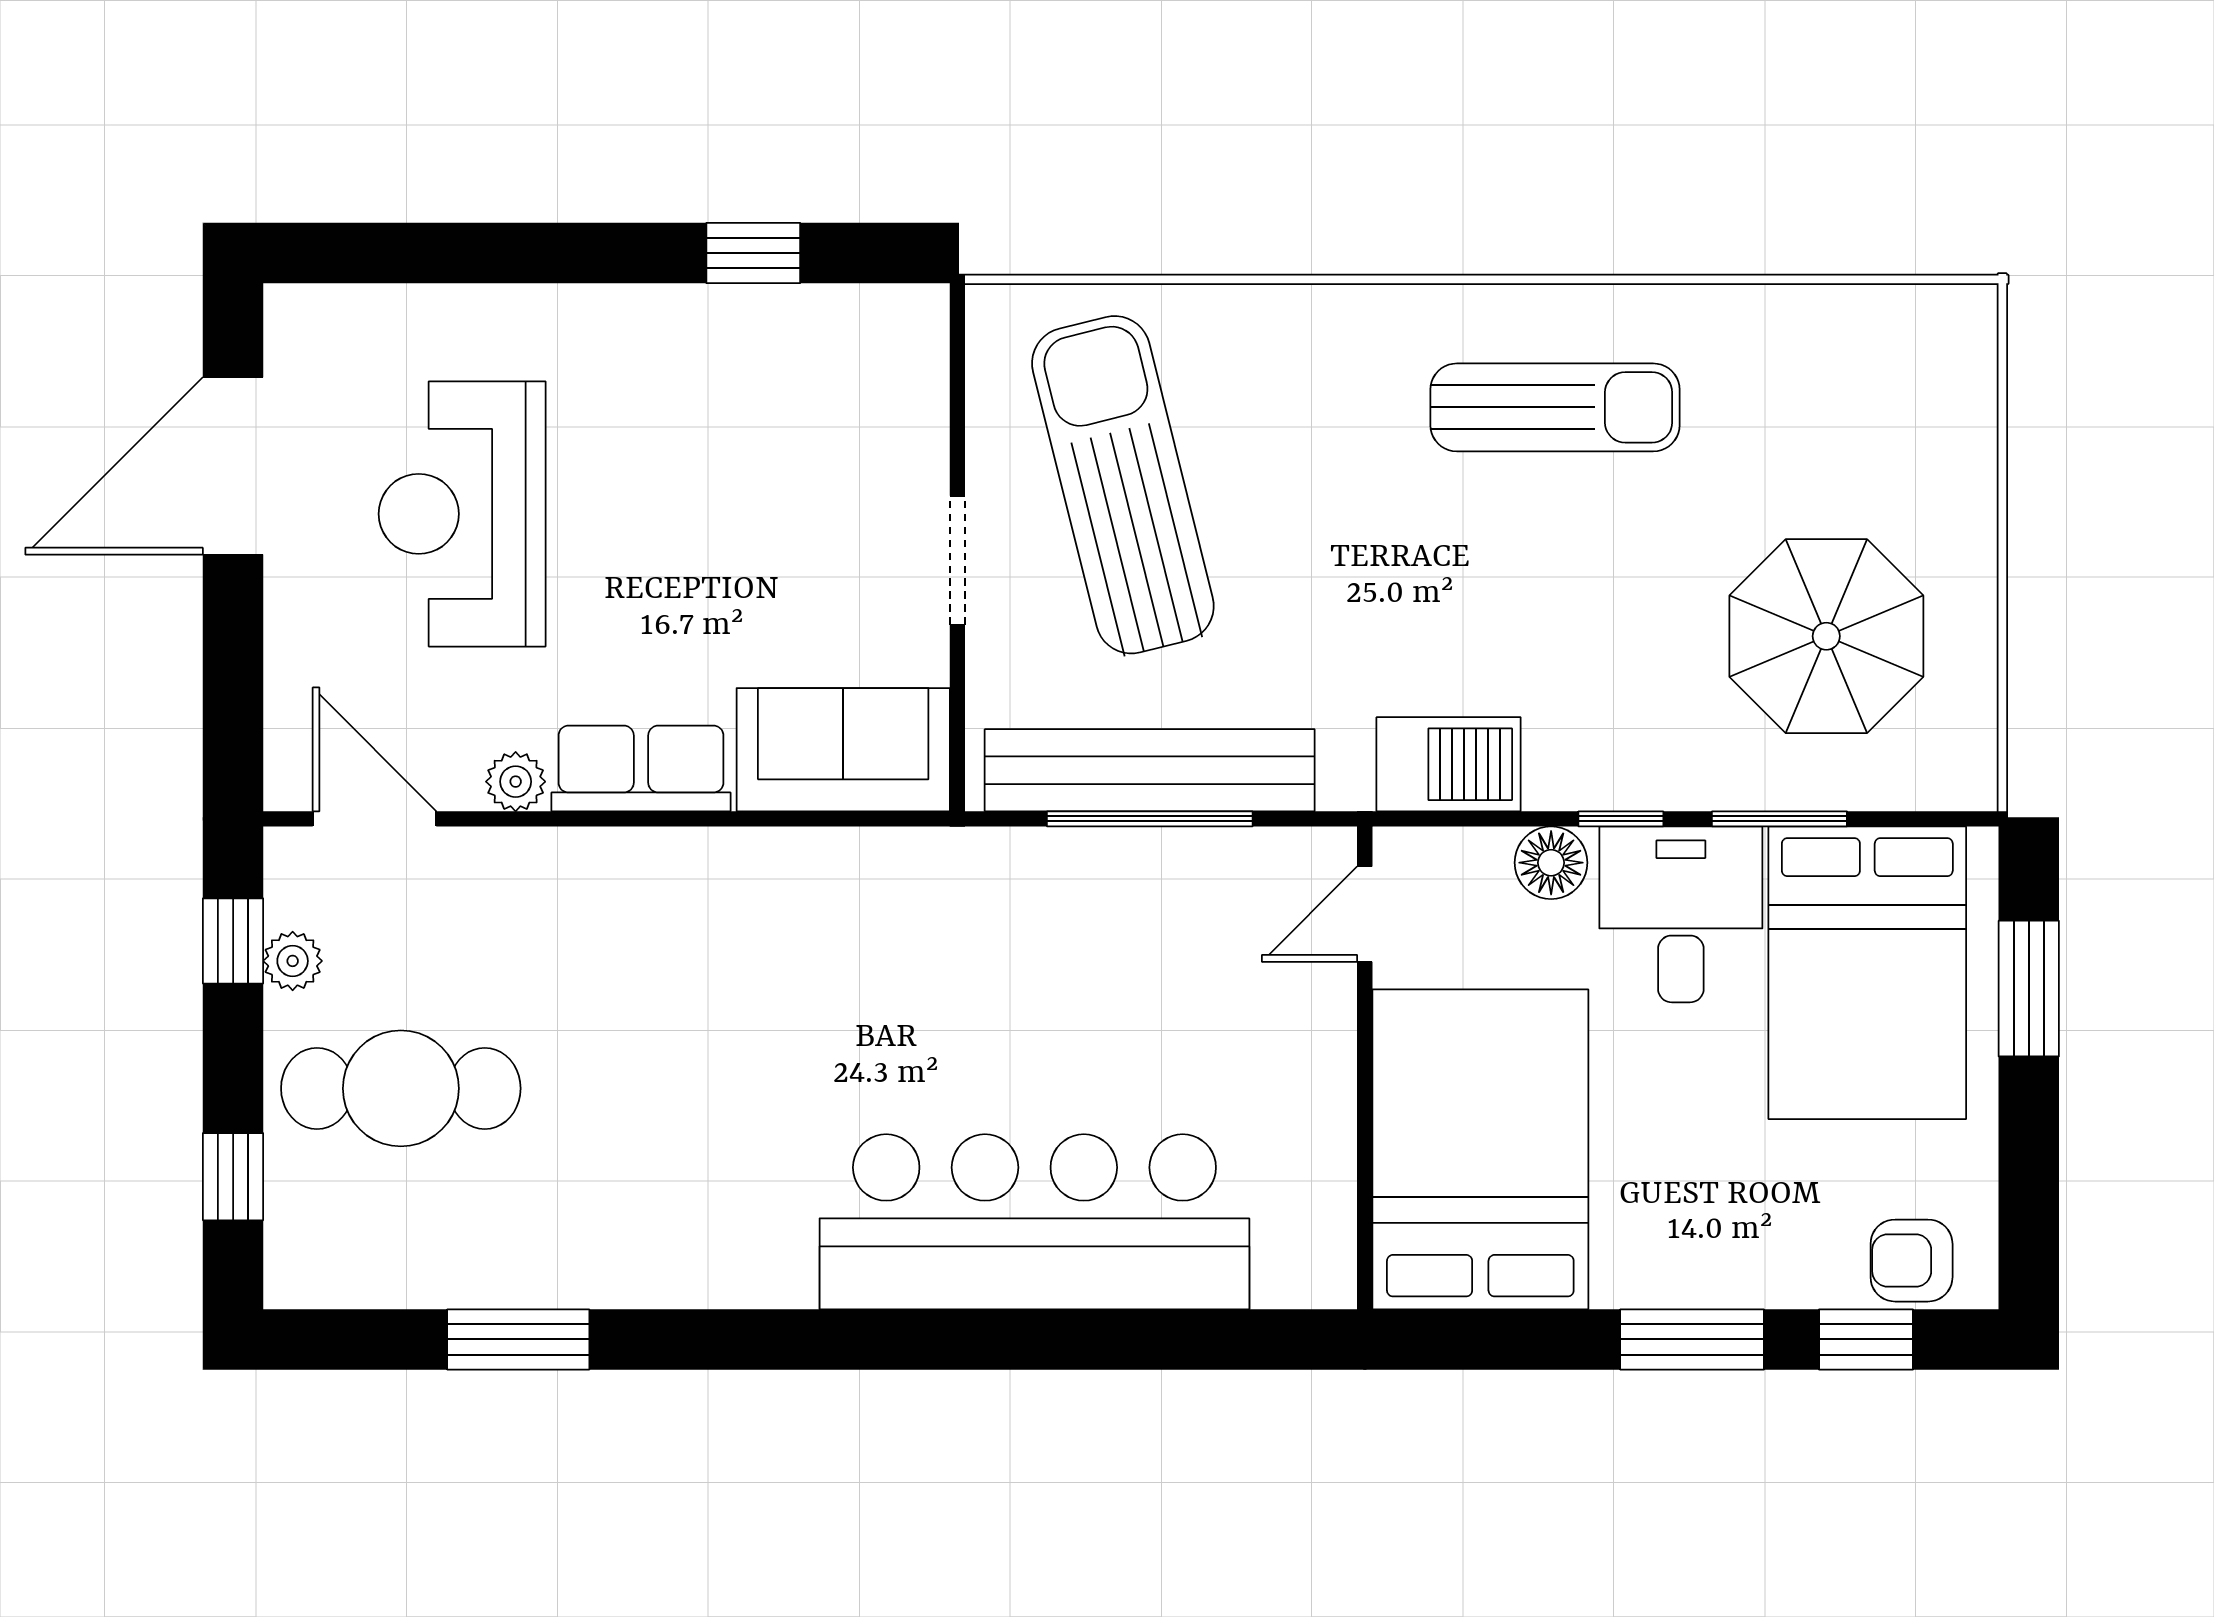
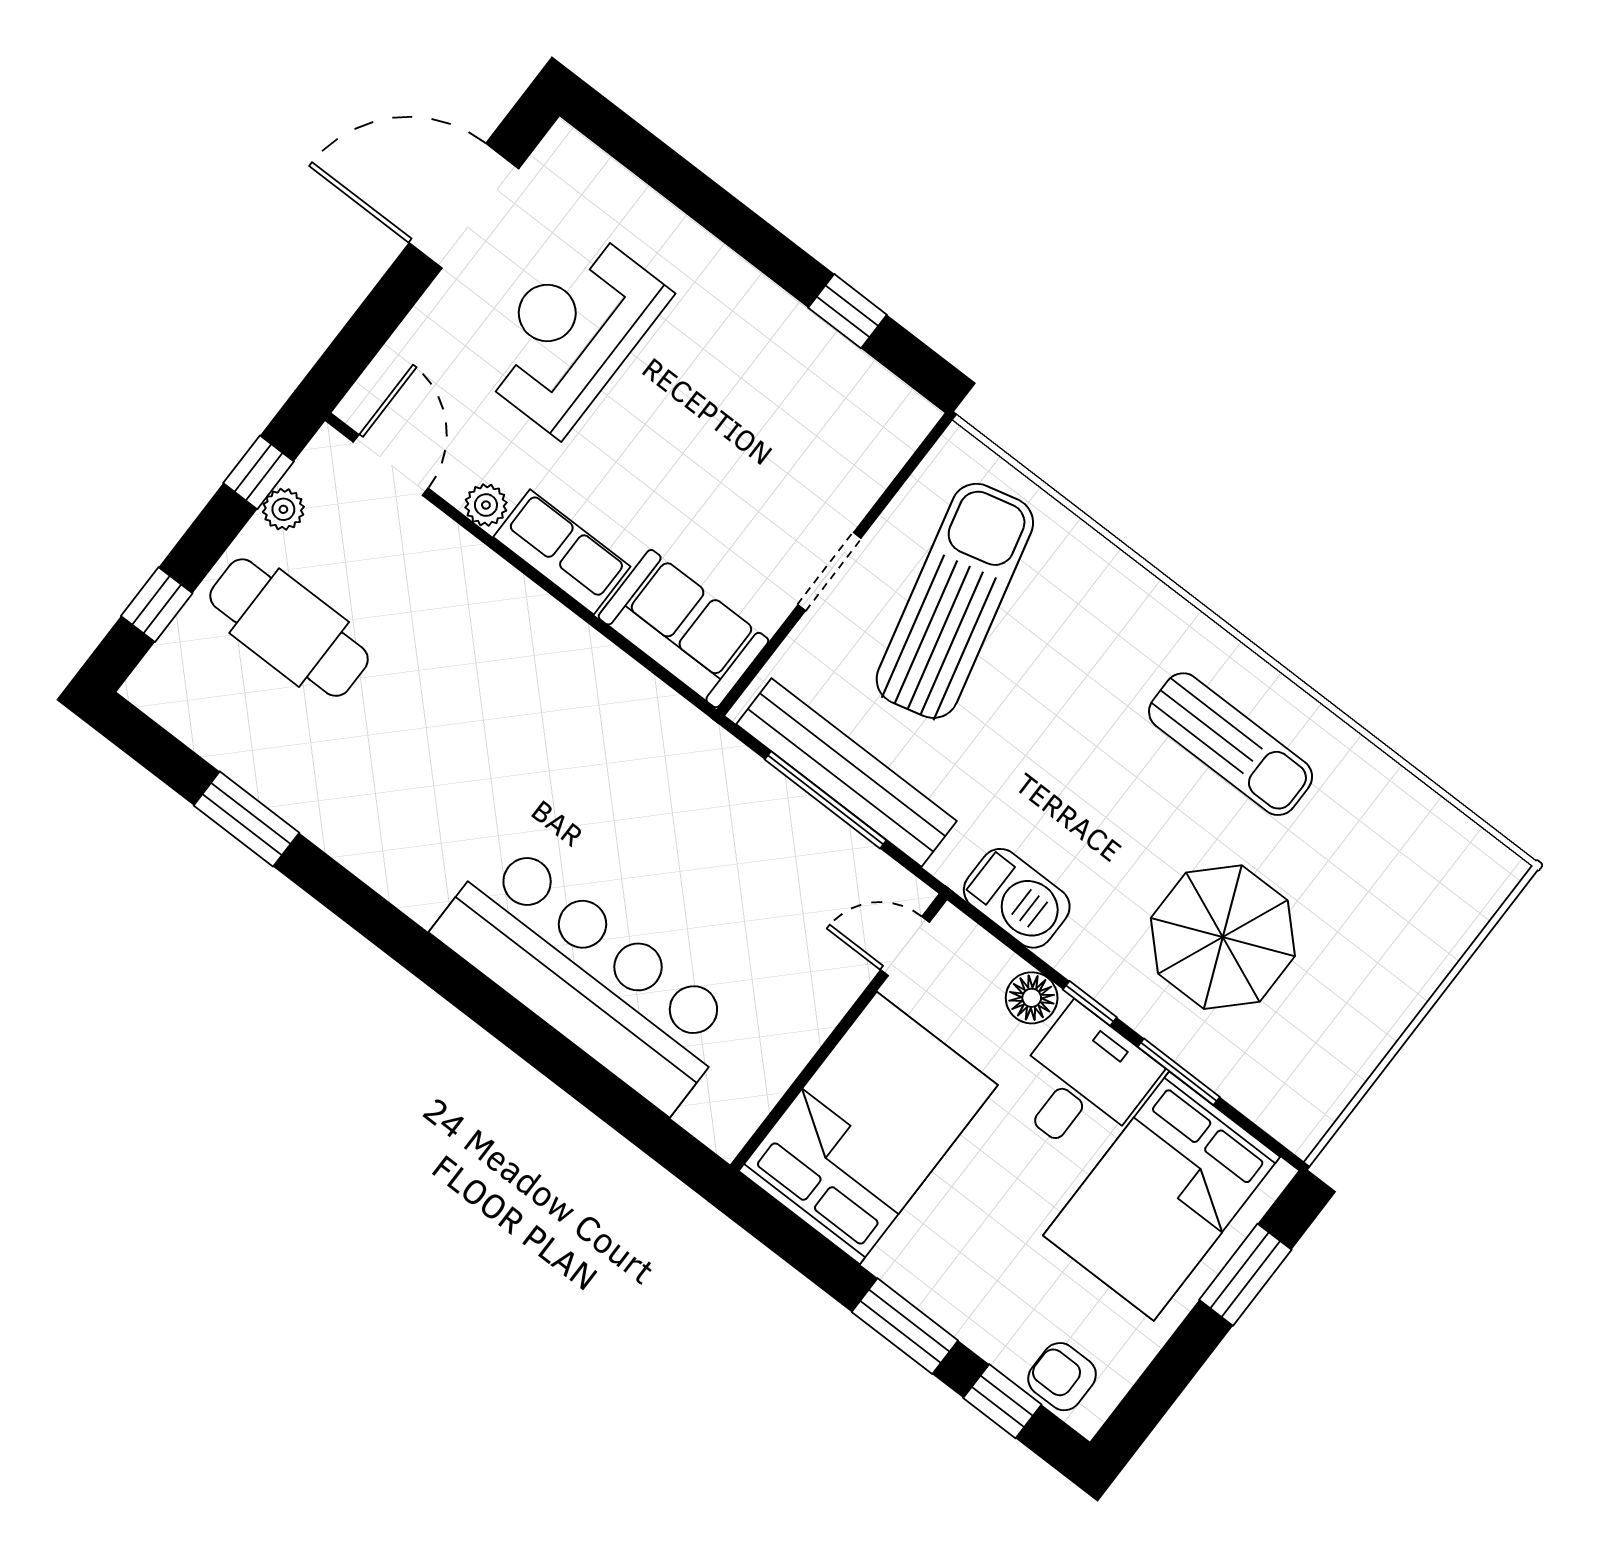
parasol: (1826, 636) -> (1223, 937), moved

